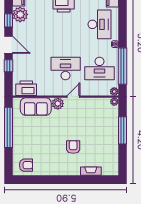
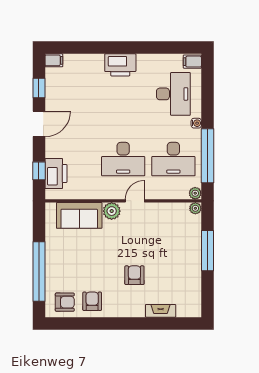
plant: (20, 14) -> (56, 79), removed
door: (9, 45) -> (39, 124), hinge flipped
window: (9, 66) -> (39, 171), moved
desk: (66, 68) -> (123, 159), turned 180
printer: (26, 88) -> (56, 174), moved, turned 90
window: (9, 127) -> (39, 271), moved
armchair: (45, 165) -> (92, 301), added

